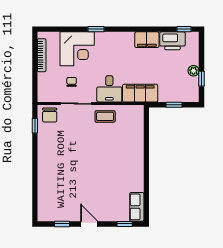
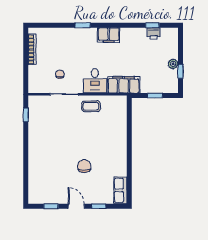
window: (184, 29) -> (152, 25), moved
filing cabinet: (147, 40) -> (109, 35), moved
printer: (172, 41) -> (154, 33), width x0.53, depth x0.68
corner desk: (77, 49) -> (65, 43), removed
chair: (50, 115) -> (84, 166), moved, turned 180
window: (125, 224) -> (99, 206), moved

